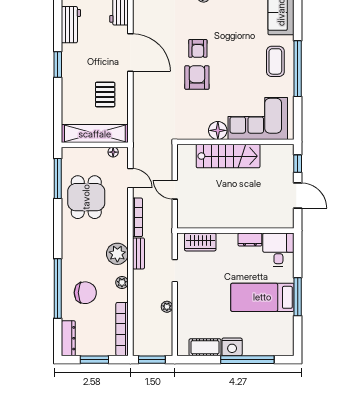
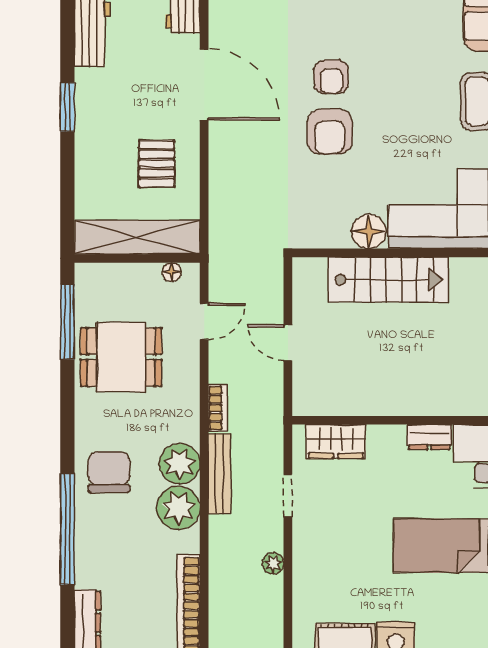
armchair: (197, 78) -> (330, 132), turned 180
door: (130, 178) -> (204, 321), hinge flipped
dining table: (86, 197) -> (121, 357), turned 90
bookcase: (137, 217) -> (218, 408), width x0.64
bench: (138, 253) -> (220, 474), width x1.36
plant: (122, 283) -> (178, 508), width x1.88, depth x1.88
chair: (85, 293) -> (109, 472), moved, turned -90

